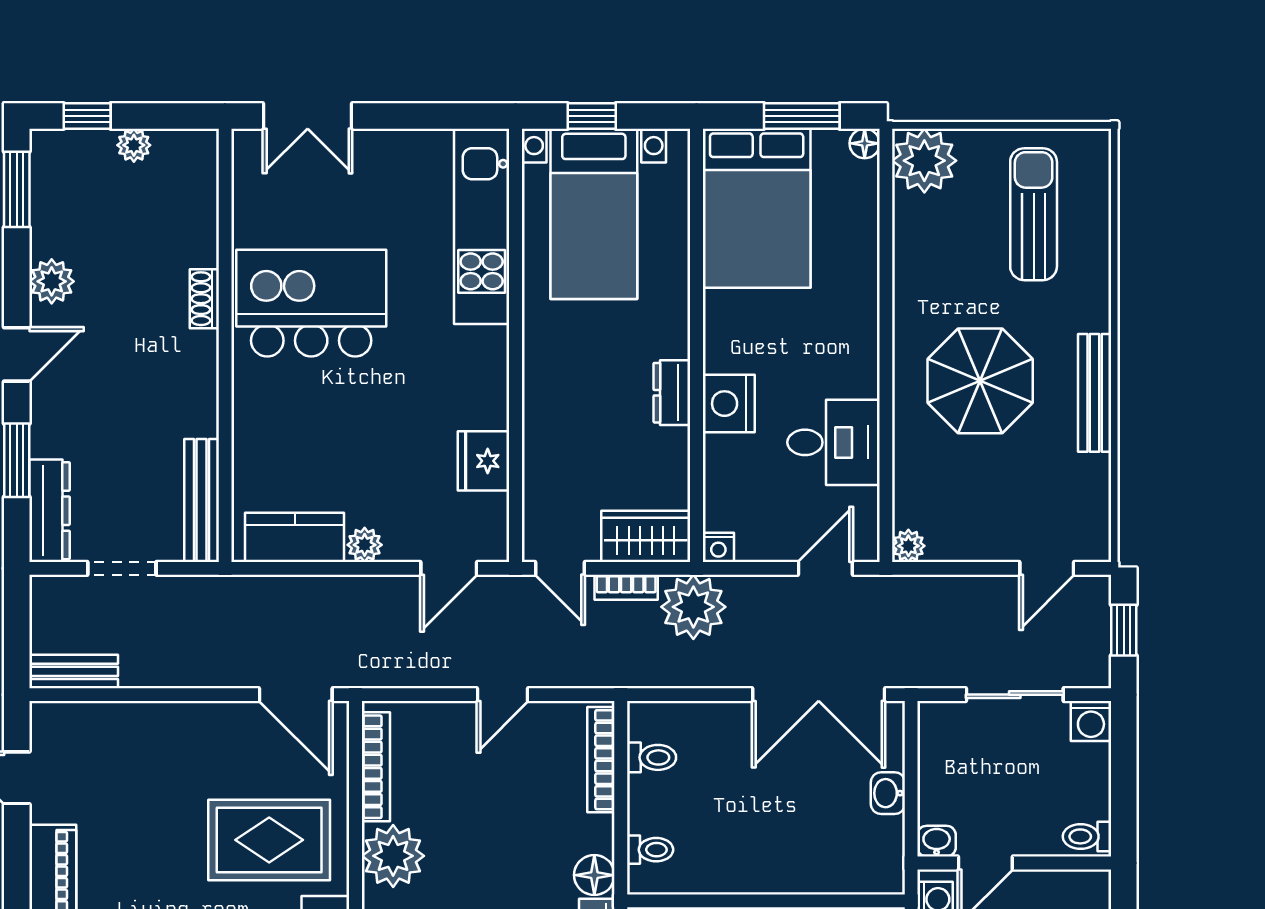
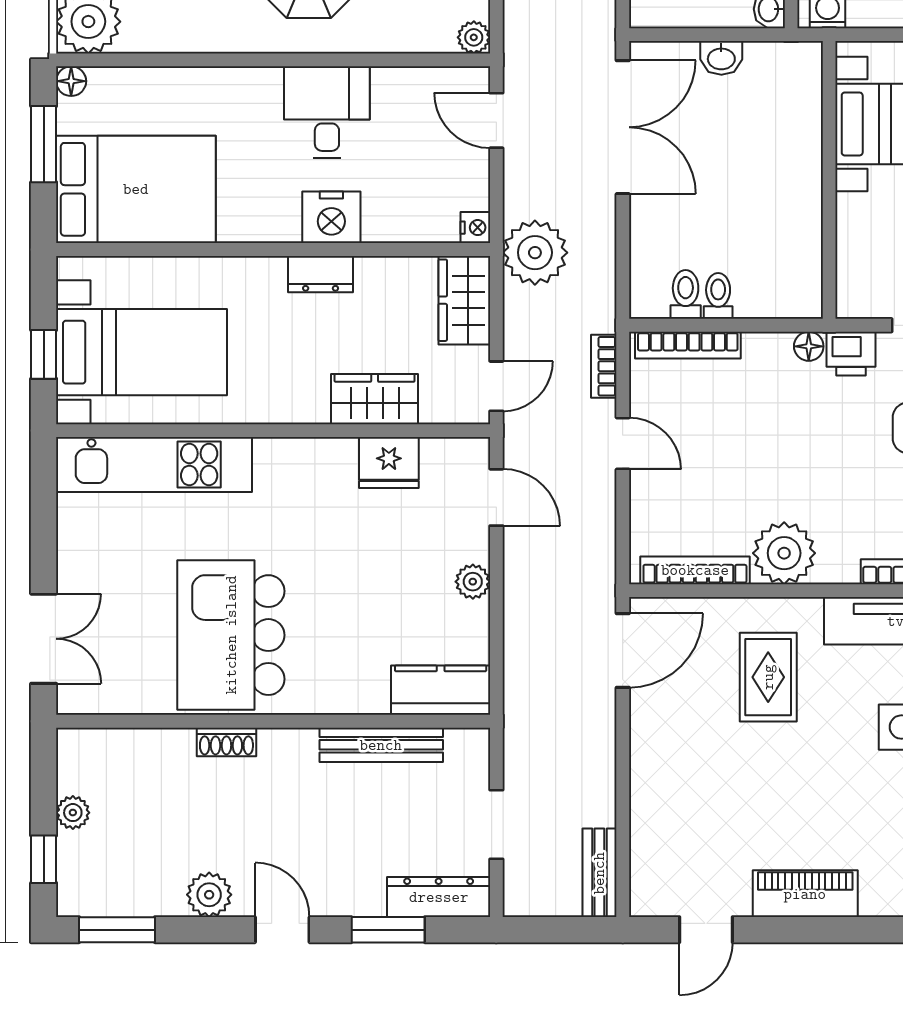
desk: (834, 442) -> (327, 112), moved
wardrobe: (547, 447) -> (375, 399), added
bench: (202, 500) -> (381, 745), moved
kitchen counter: (295, 537) -> (441, 690), moved, turned 90
bookcase: (626, 587) -> (604, 366), moved, turned 180
rug: (269, 840) -> (768, 677), width x0.73, depth x0.70
toilet: (650, 850) -> (718, 296), moved
floor lamp: (594, 875) -> (809, 346), width x0.73, depth x0.73

